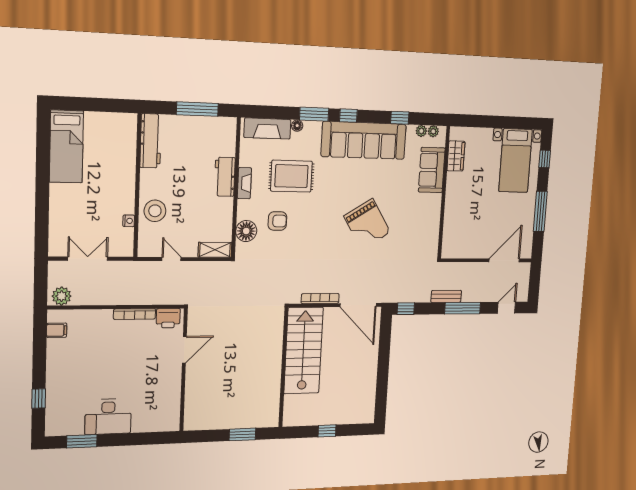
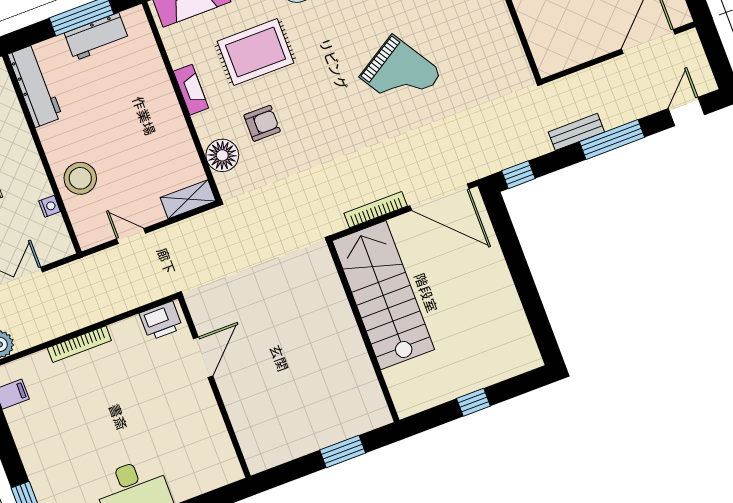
workbench: (225, 177) -> (97, 37), moved, turned -90
bookcase: (135, 314) -> (79, 344), moved

